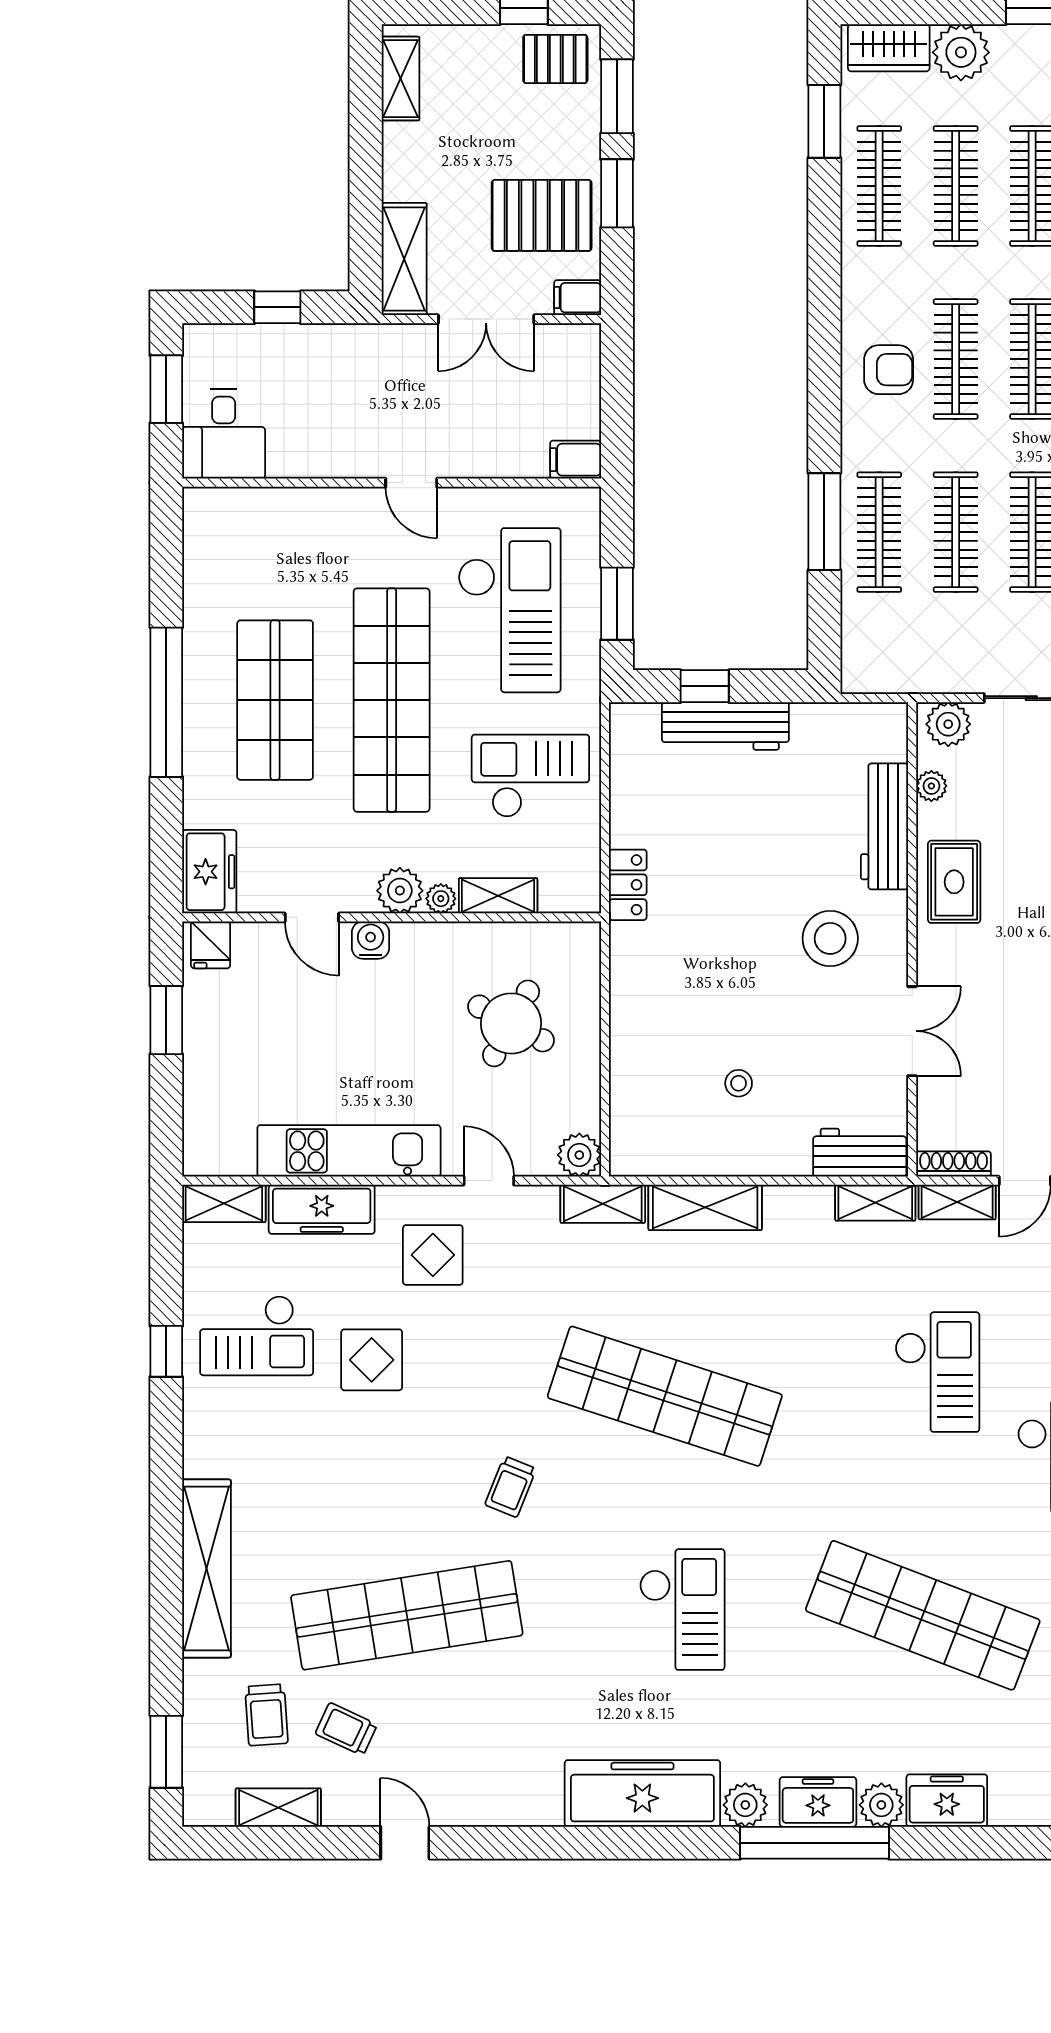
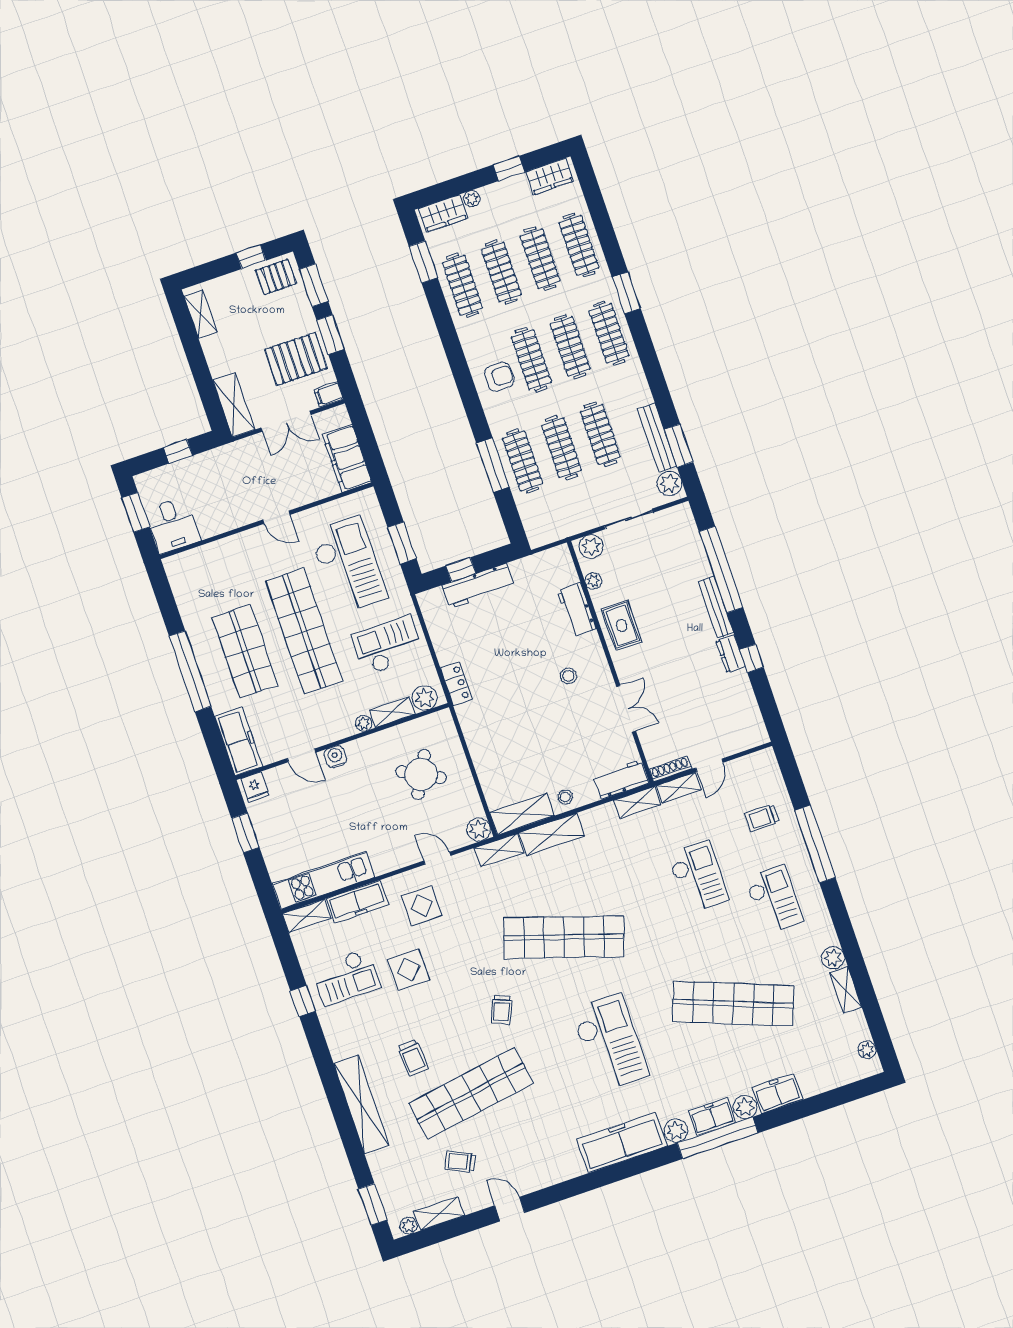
plant: (961, 52) -> (472, 199), width x0.53, depth x0.53
filing cabinet: (576, 460) -> (347, 458), width x3.00, depth x1.17
workbench: (884, 826) -> (576, 610), width x0.73
freezer: (209, 872) -> (239, 741), width x1.40
plant: (400, 891) -> (425, 698), moved
stool: (830, 938) -> (568, 676), width x0.53, depth x0.53
stool: (739, 1083) -> (565, 797), moved
kitchen unit: (349, 1151) -> (324, 880), moved
shelving: (665, 1154) -> (522, 814), added
checkout: (682, 1610) -> (610, 1042), width x1.36, depth x1.21
trolley: (266, 1715) -> (413, 1058), moved
plant: (217, 1811) -> (409, 1226), added

